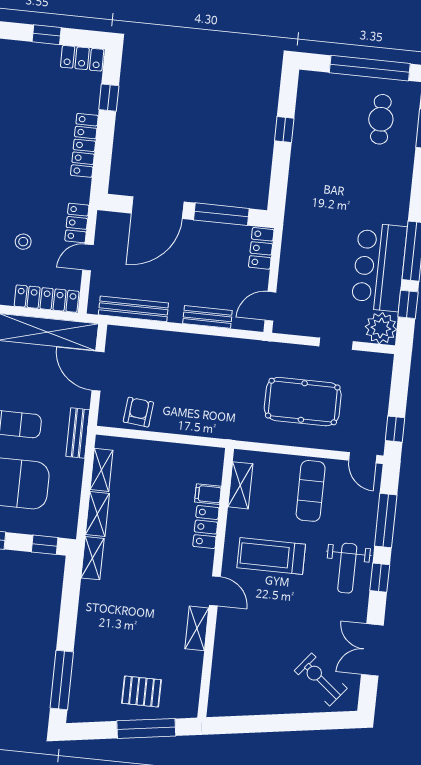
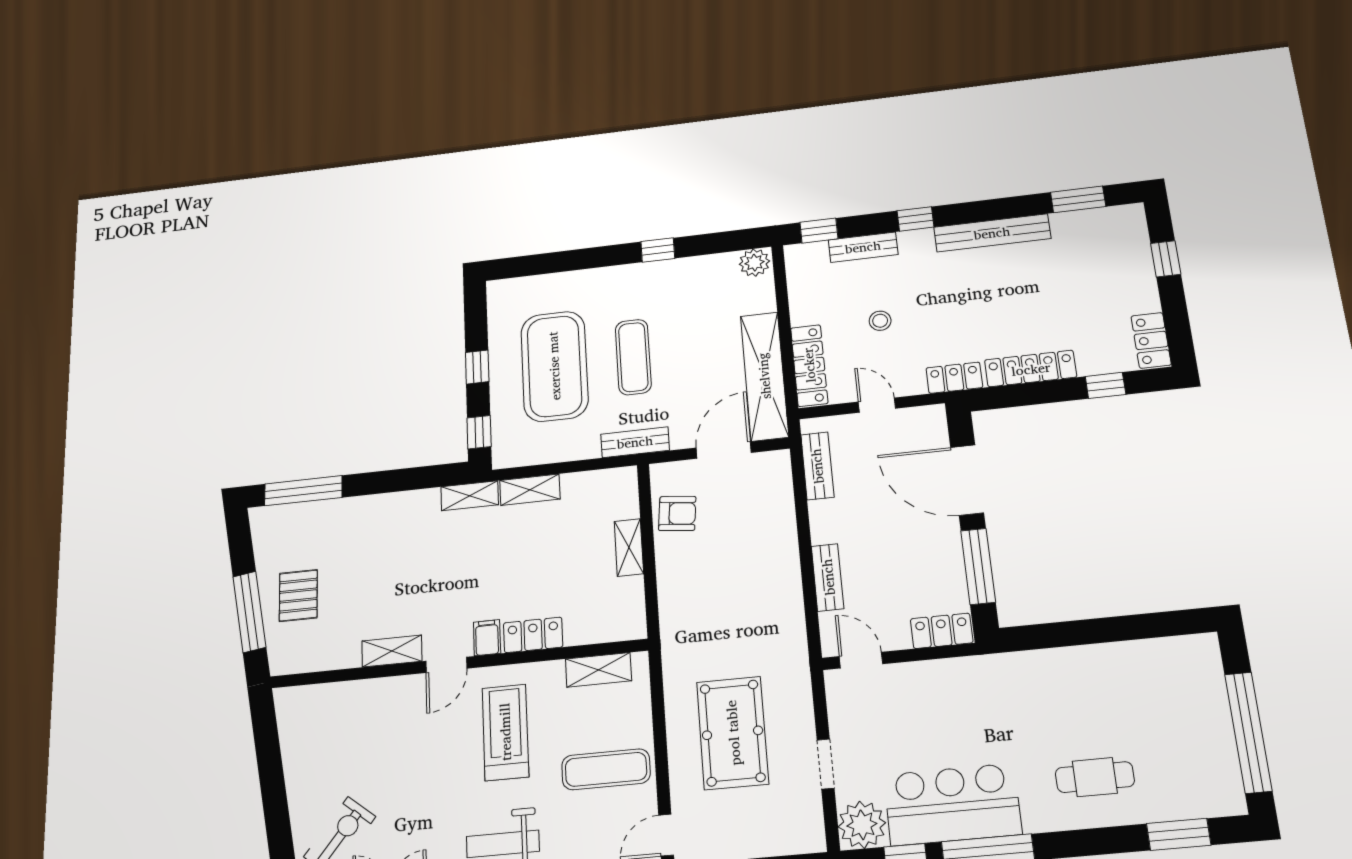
window: (47, 35) -> (1166, 259), moved
cafe table: (381, 119) -> (1095, 777), moved
window: (284, 129) -> (1123, 628), removed
locker: (77, 223) -> (954, 378), moved
bench: (133, 309) -> (817, 466), width x0.73
shelving: (102, 470) -> (629, 547), moved, turned 90
filing cabinet: (208, 494) -> (487, 638), moved

